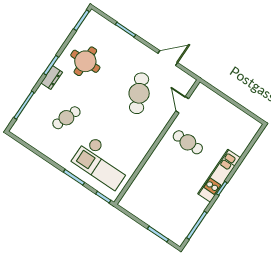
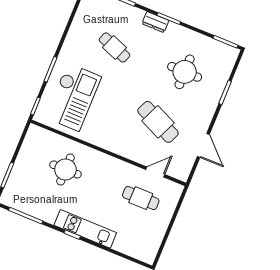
round table: (85, 61) -> (185, 72), moved
cafe table: (139, 93) -> (158, 122), turned 48
cafe table: (188, 142) -> (141, 198), moved, turned 90
checkout: (102, 163) -> (73, 97), turned 180
round table: (164, 182) -> (65, 169), added

